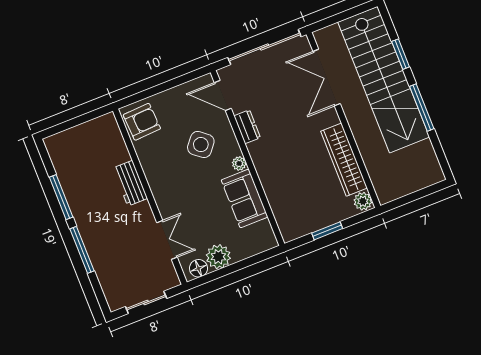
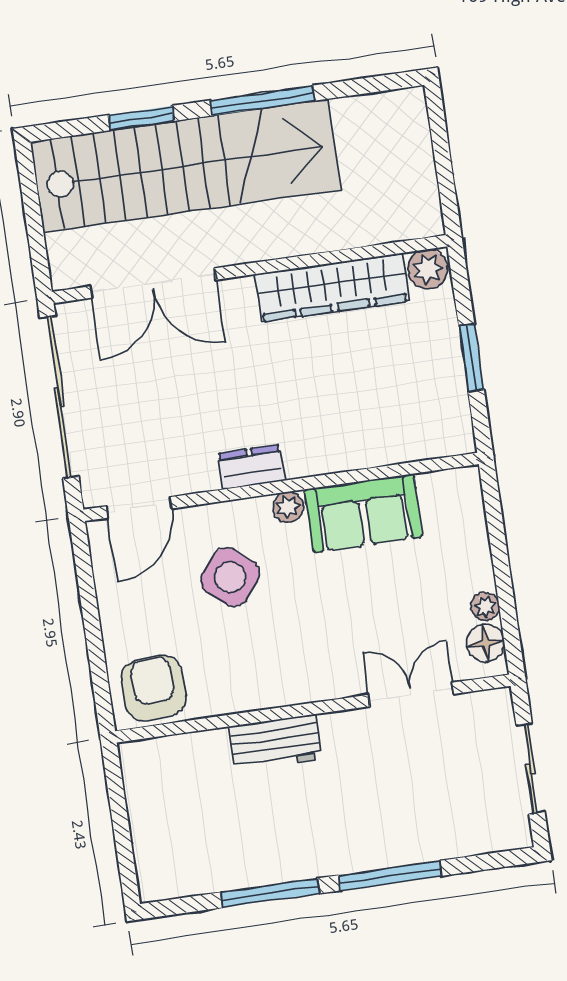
dresser: (247, 127) -> (251, 467), moved
plant: (218, 257) -> (485, 607), width x0.53, depth x0.53

